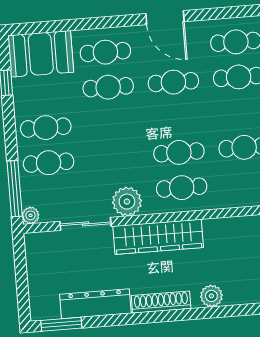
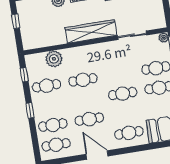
cafe table: (108, 87) -> (123, 94), moved
cafe table: (182, 188) -> (80, 60), removed
plant: (127, 202) -> (54, 59), moved

